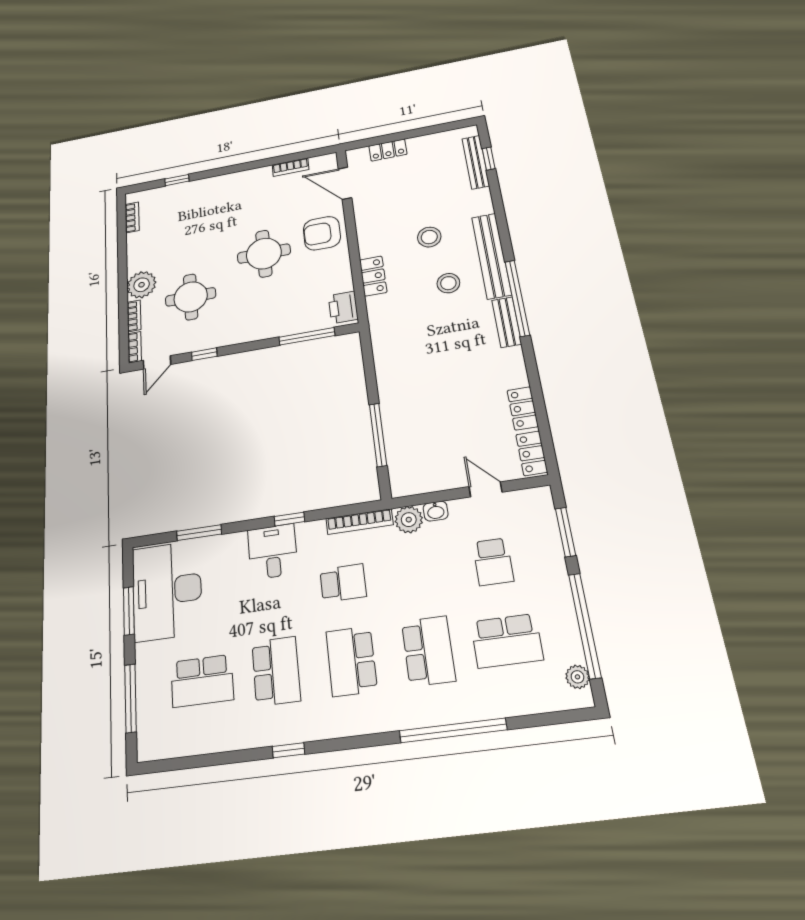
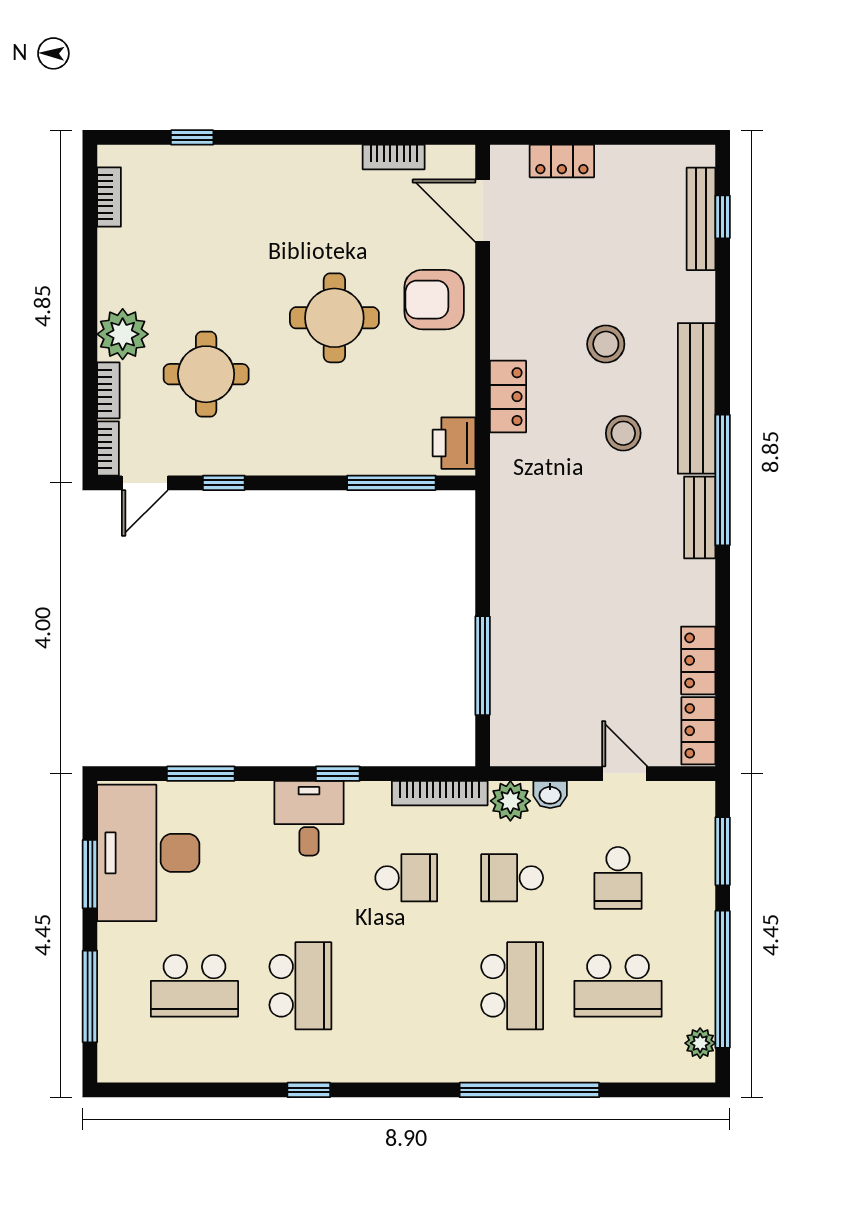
school desk: (351, 661) -> (512, 878), moved, width x0.54

